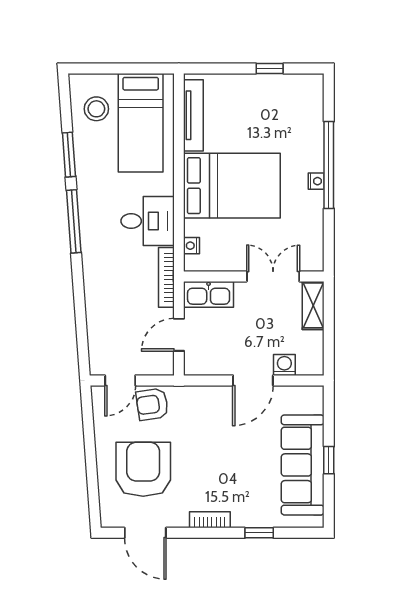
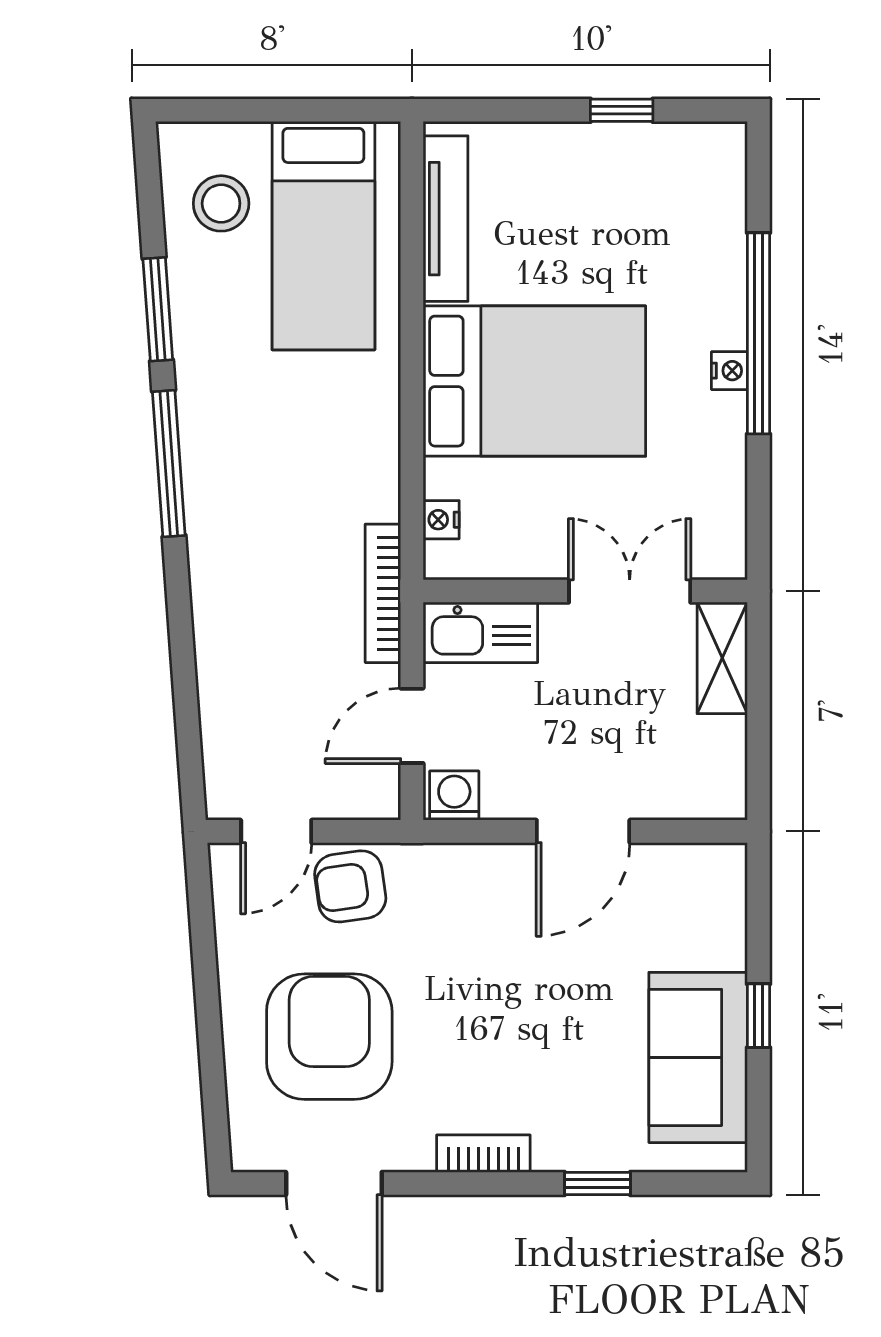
desk: (148, 221) -> (339, 463), removed
washing machine: (284, 365) -> (454, 796), moved
sofa: (303, 465) -> (698, 1057), width x0.73

